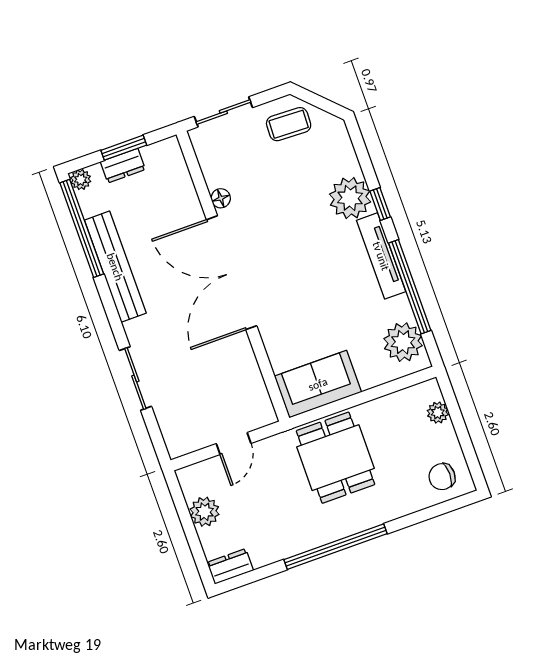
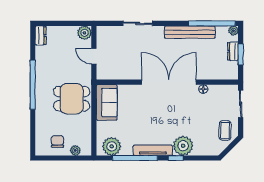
chair: (442, 477) -> (58, 141), moved
plant: (205, 512) -> (84, 33), moved

